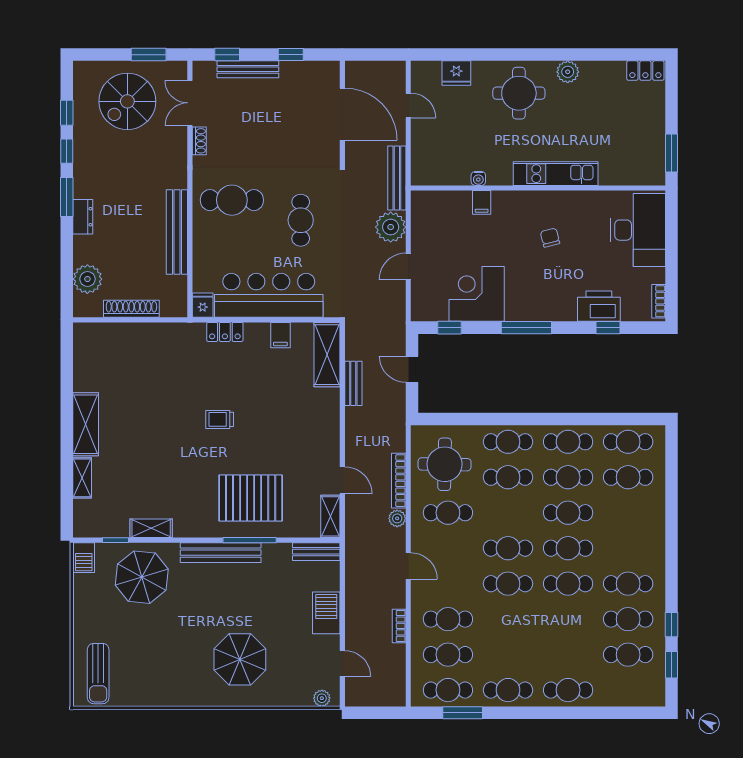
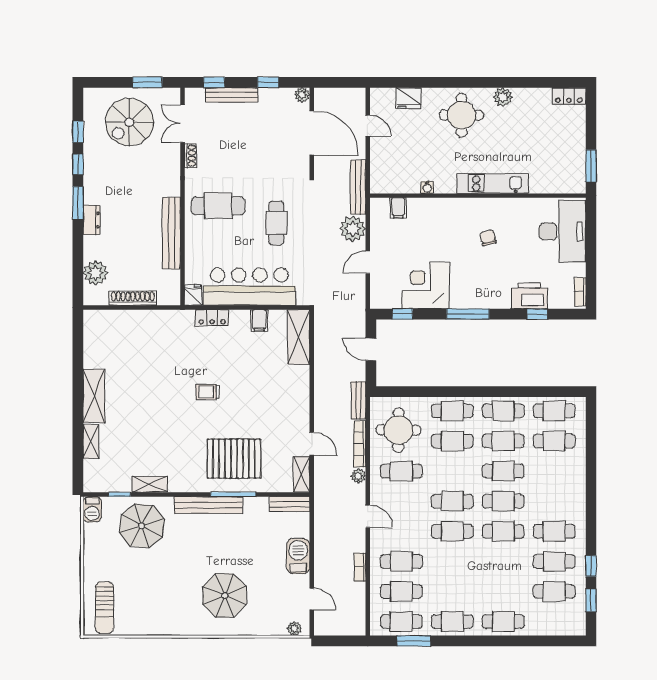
plant: (331, 69) -> (302, 95), added
filing cabinet: (482, 202) -> (398, 208), moved
bench: (353, 383) -> (358, 400), moved

